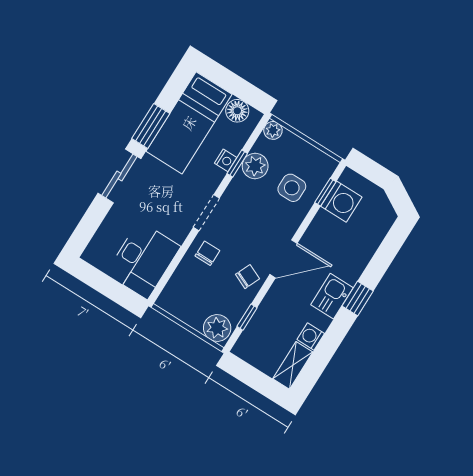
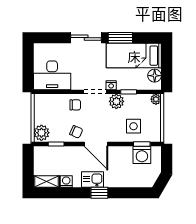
nightstand: (226, 160) -> (111, 85), moved
plant: (255, 166) -> (116, 101), moved

